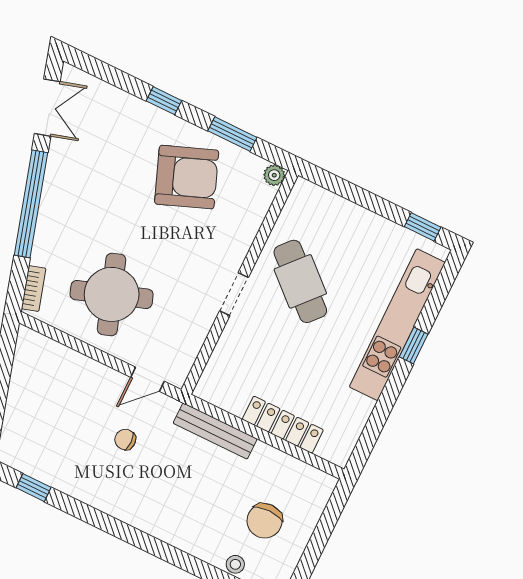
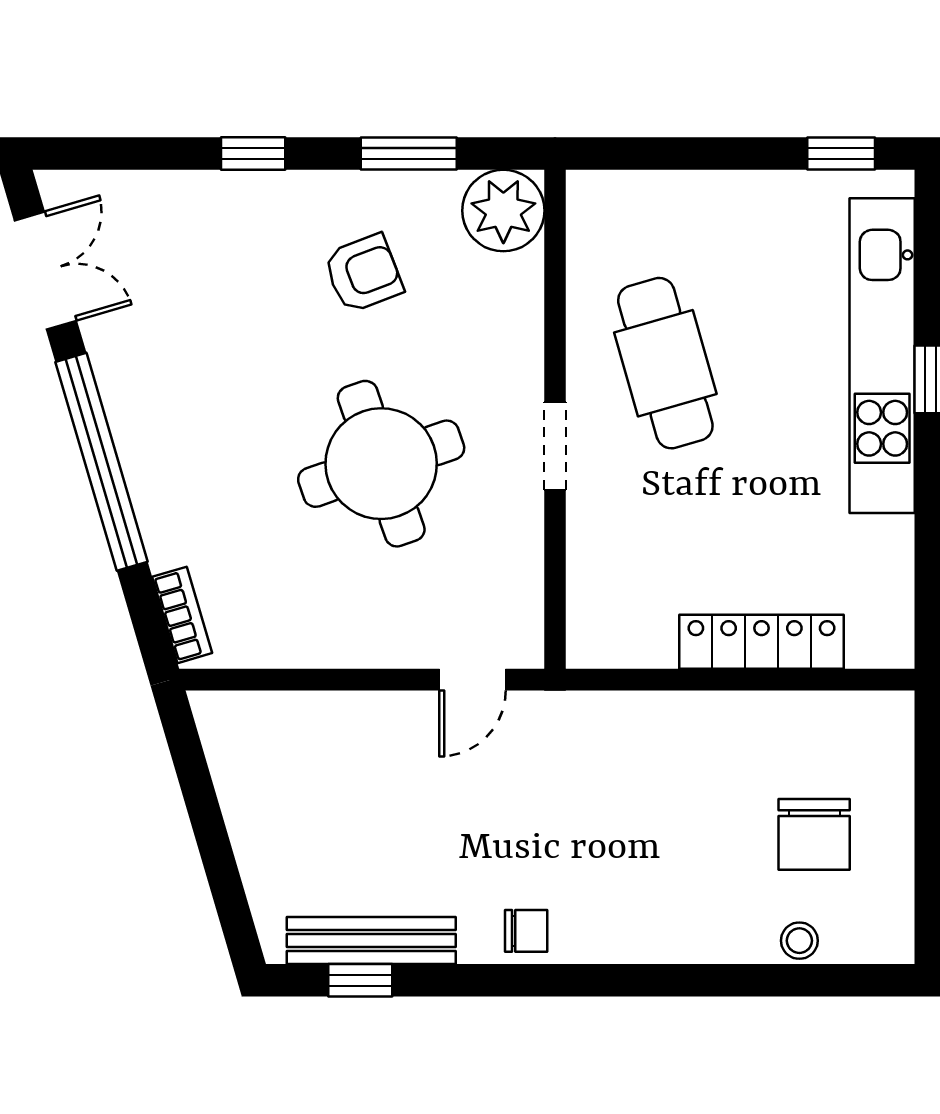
plant: (274, 175) -> (503, 211), width x1.87, depth x1.87
armchair: (187, 177) -> (363, 273), width x0.53, depth x0.53
cafe table: (300, 281) -> (665, 363), turned 32
round table: (112, 294) -> (381, 464), moved
bench: (215, 431) -> (371, 941), moved
chair: (125, 440) -> (526, 931), moved, turned 180

